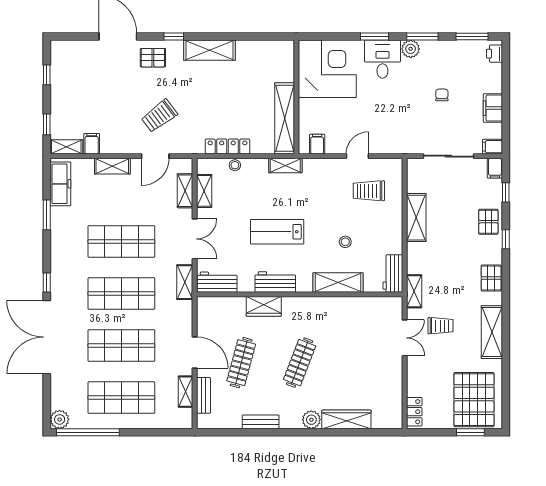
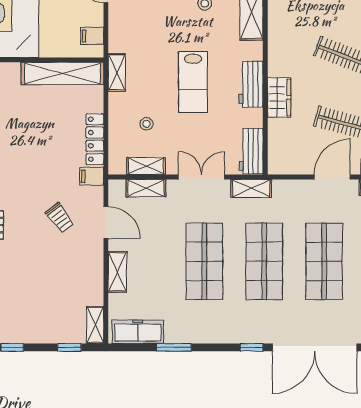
trolley: (159, 116) -> (60, 218), width x0.73, depth x0.72
filing cabinet: (92, 144) -> (92, 176), moved
stool: (235, 165) -> (147, 124), moved

